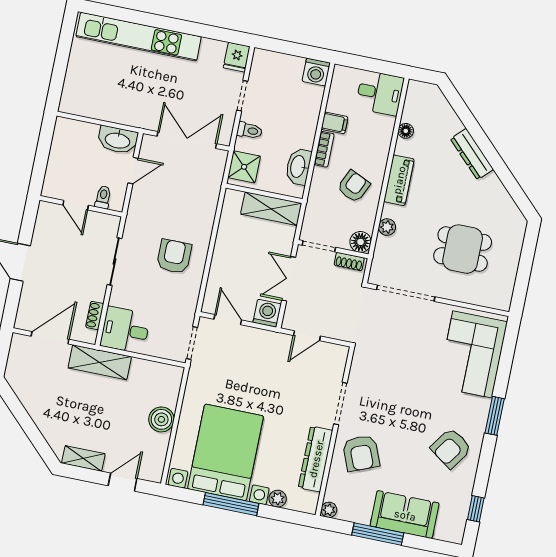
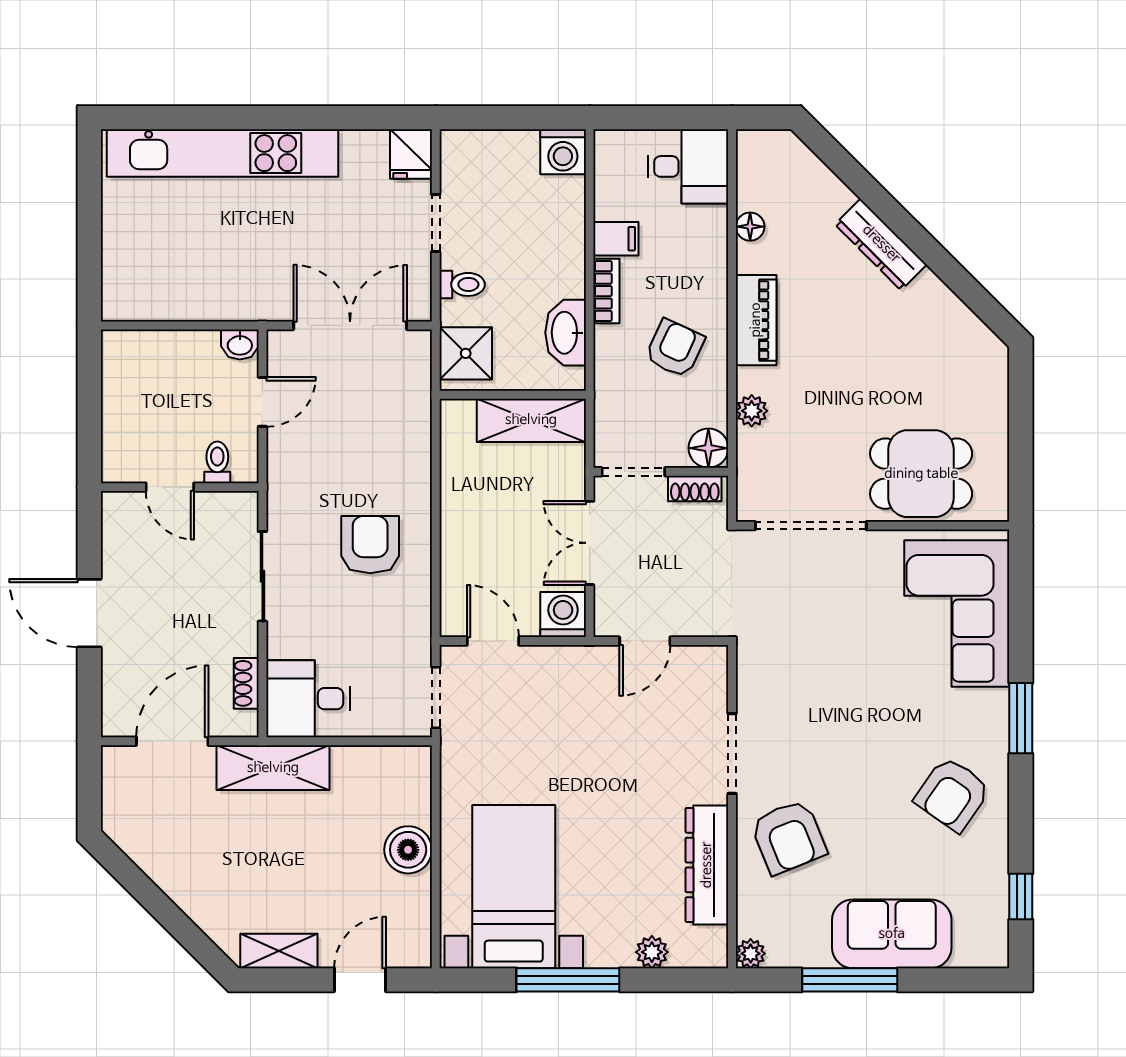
washbasin: (118, 140) -> (240, 344), width x0.52, depth x0.69
dining table: (463, 249) -> (921, 474), moved
bed with nightstands: (226, 452) -> (514, 887), width x0.73

